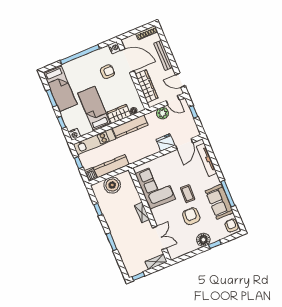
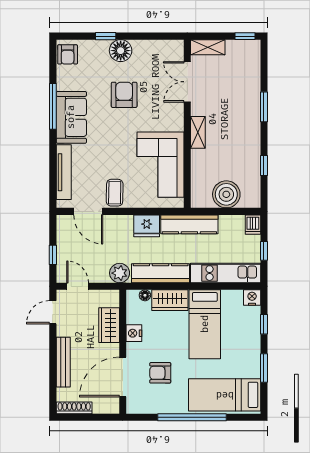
nightstand: (114, 48) -> (134, 333), moved
door: (127, 61) -> (123, 377), hinge flipped
door: (180, 80) -> (53, 312), swing flipped
wardrobe: (147, 86) -> (109, 325), width x0.67
bed: (60, 88) -> (225, 395), moved, turned -90
plant: (162, 113) -> (120, 273), moved
fridge: (165, 142) -> (147, 226), moved
door: (184, 144) -> (88, 211), swing flipped
kitchen counter: (111, 166) -> (189, 224), moved
coffee table: (188, 194) -> (115, 193), moved
sofa: (219, 202) -> (71, 117), moved
armchair: (191, 216) -> (124, 95), turned 180

